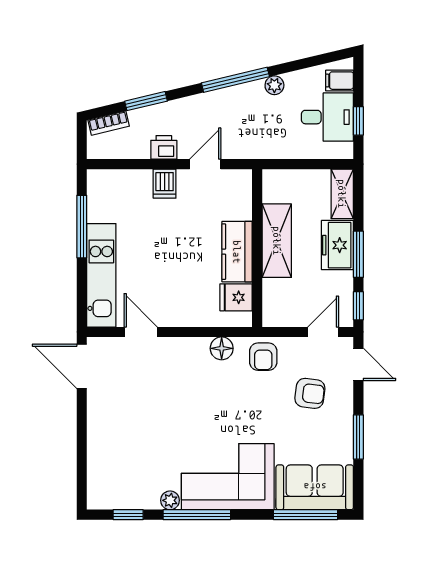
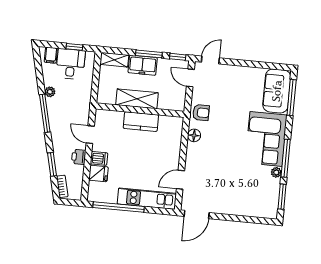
window: (82, 227) -> (119, 207), width x1.46
fridge: (236, 297) -> (98, 174), moved, turned -90
armchair: (310, 393) -> (224, 89), removed
window: (358, 437) -> (251, 64), removed
window: (128, 515) -> (282, 197), width x1.50

